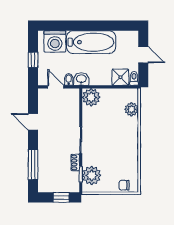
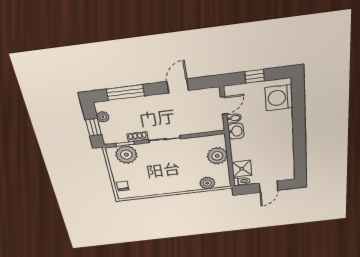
bathtub: (91, 42) -> (280, 136), removed
plant: (91, 97) -> (217, 156), moved
plant: (52, 187) -> (103, 117), added

